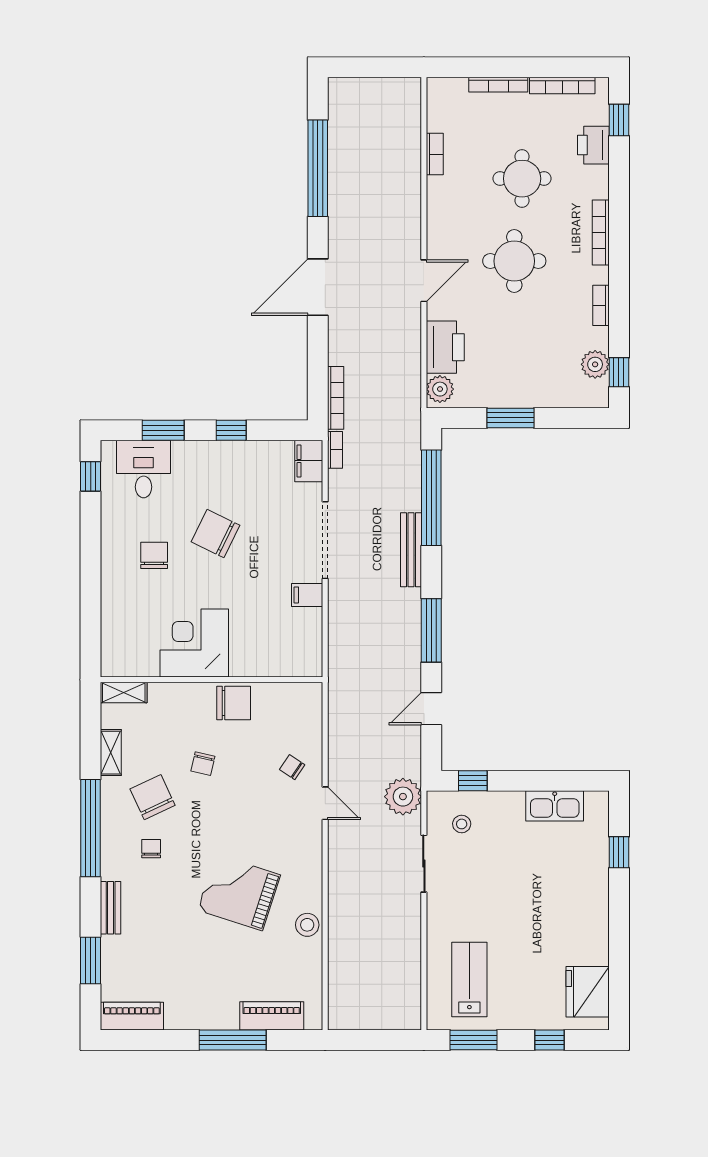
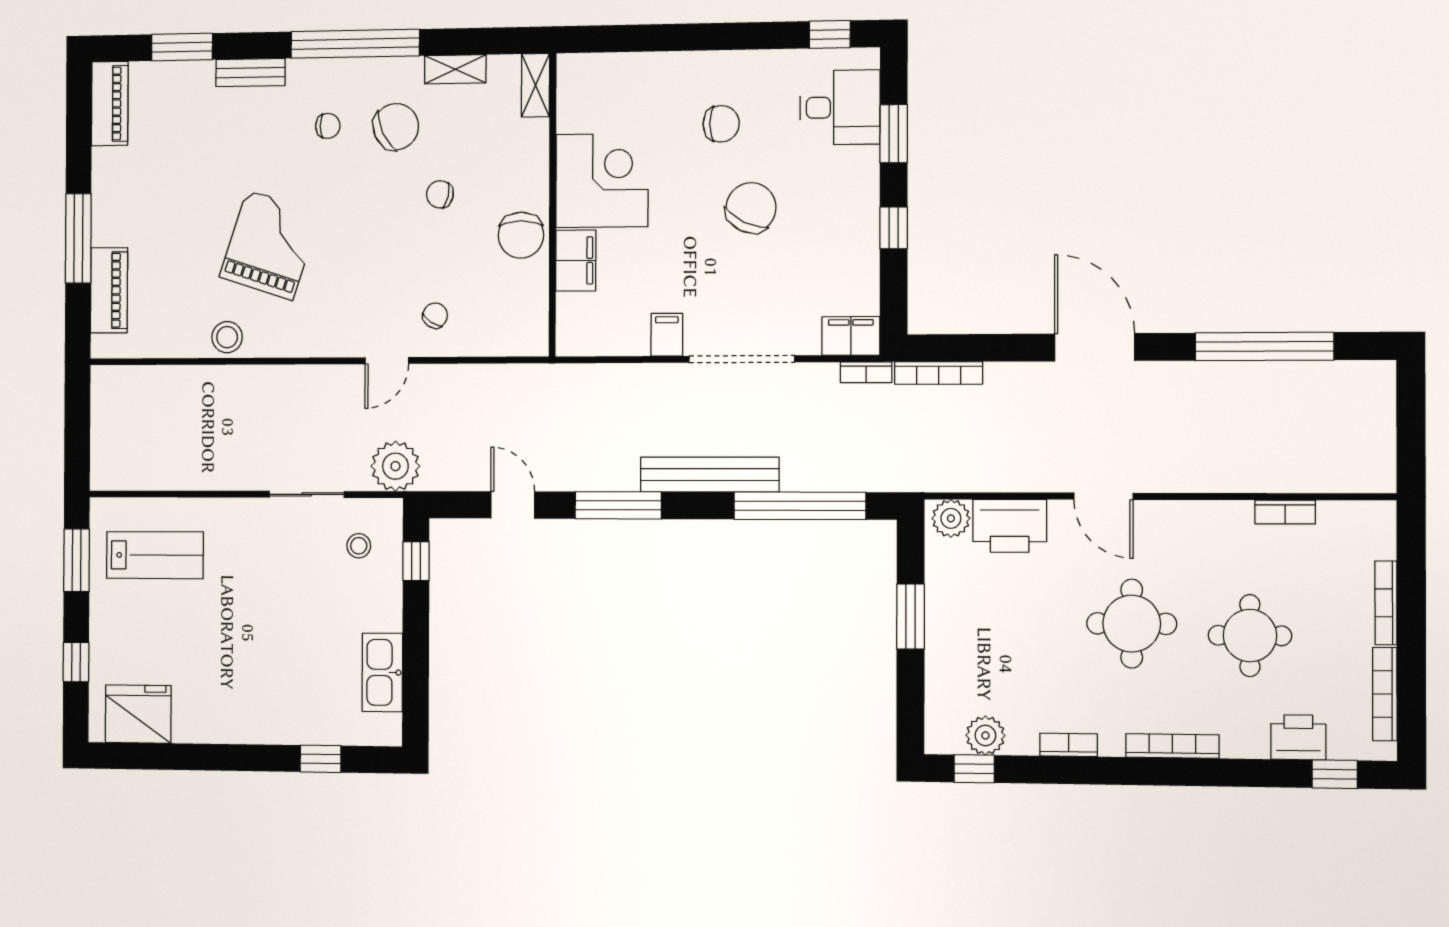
bench: (411, 550) -> (710, 475), width x1.37, depth x1.21
filing cabinet: (253, 662) -> (576, 261), added

